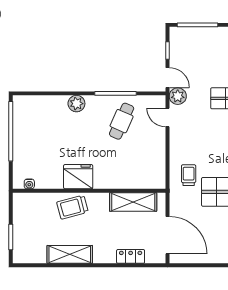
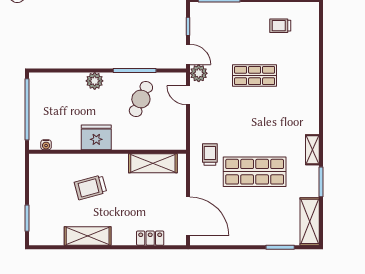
fridge: (78, 177) -> (96, 137), moved
water cooler: (29, 184) -> (46, 145), moved
wall: (89, 191) -> (108, 152), moved
shelving: (133, 202) -> (153, 163), moved

